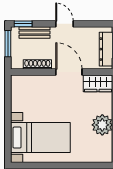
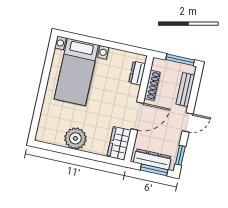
window: (23, 24) -> (180, 155), moved
dresser: (29, 81) -> (137, 73), added

